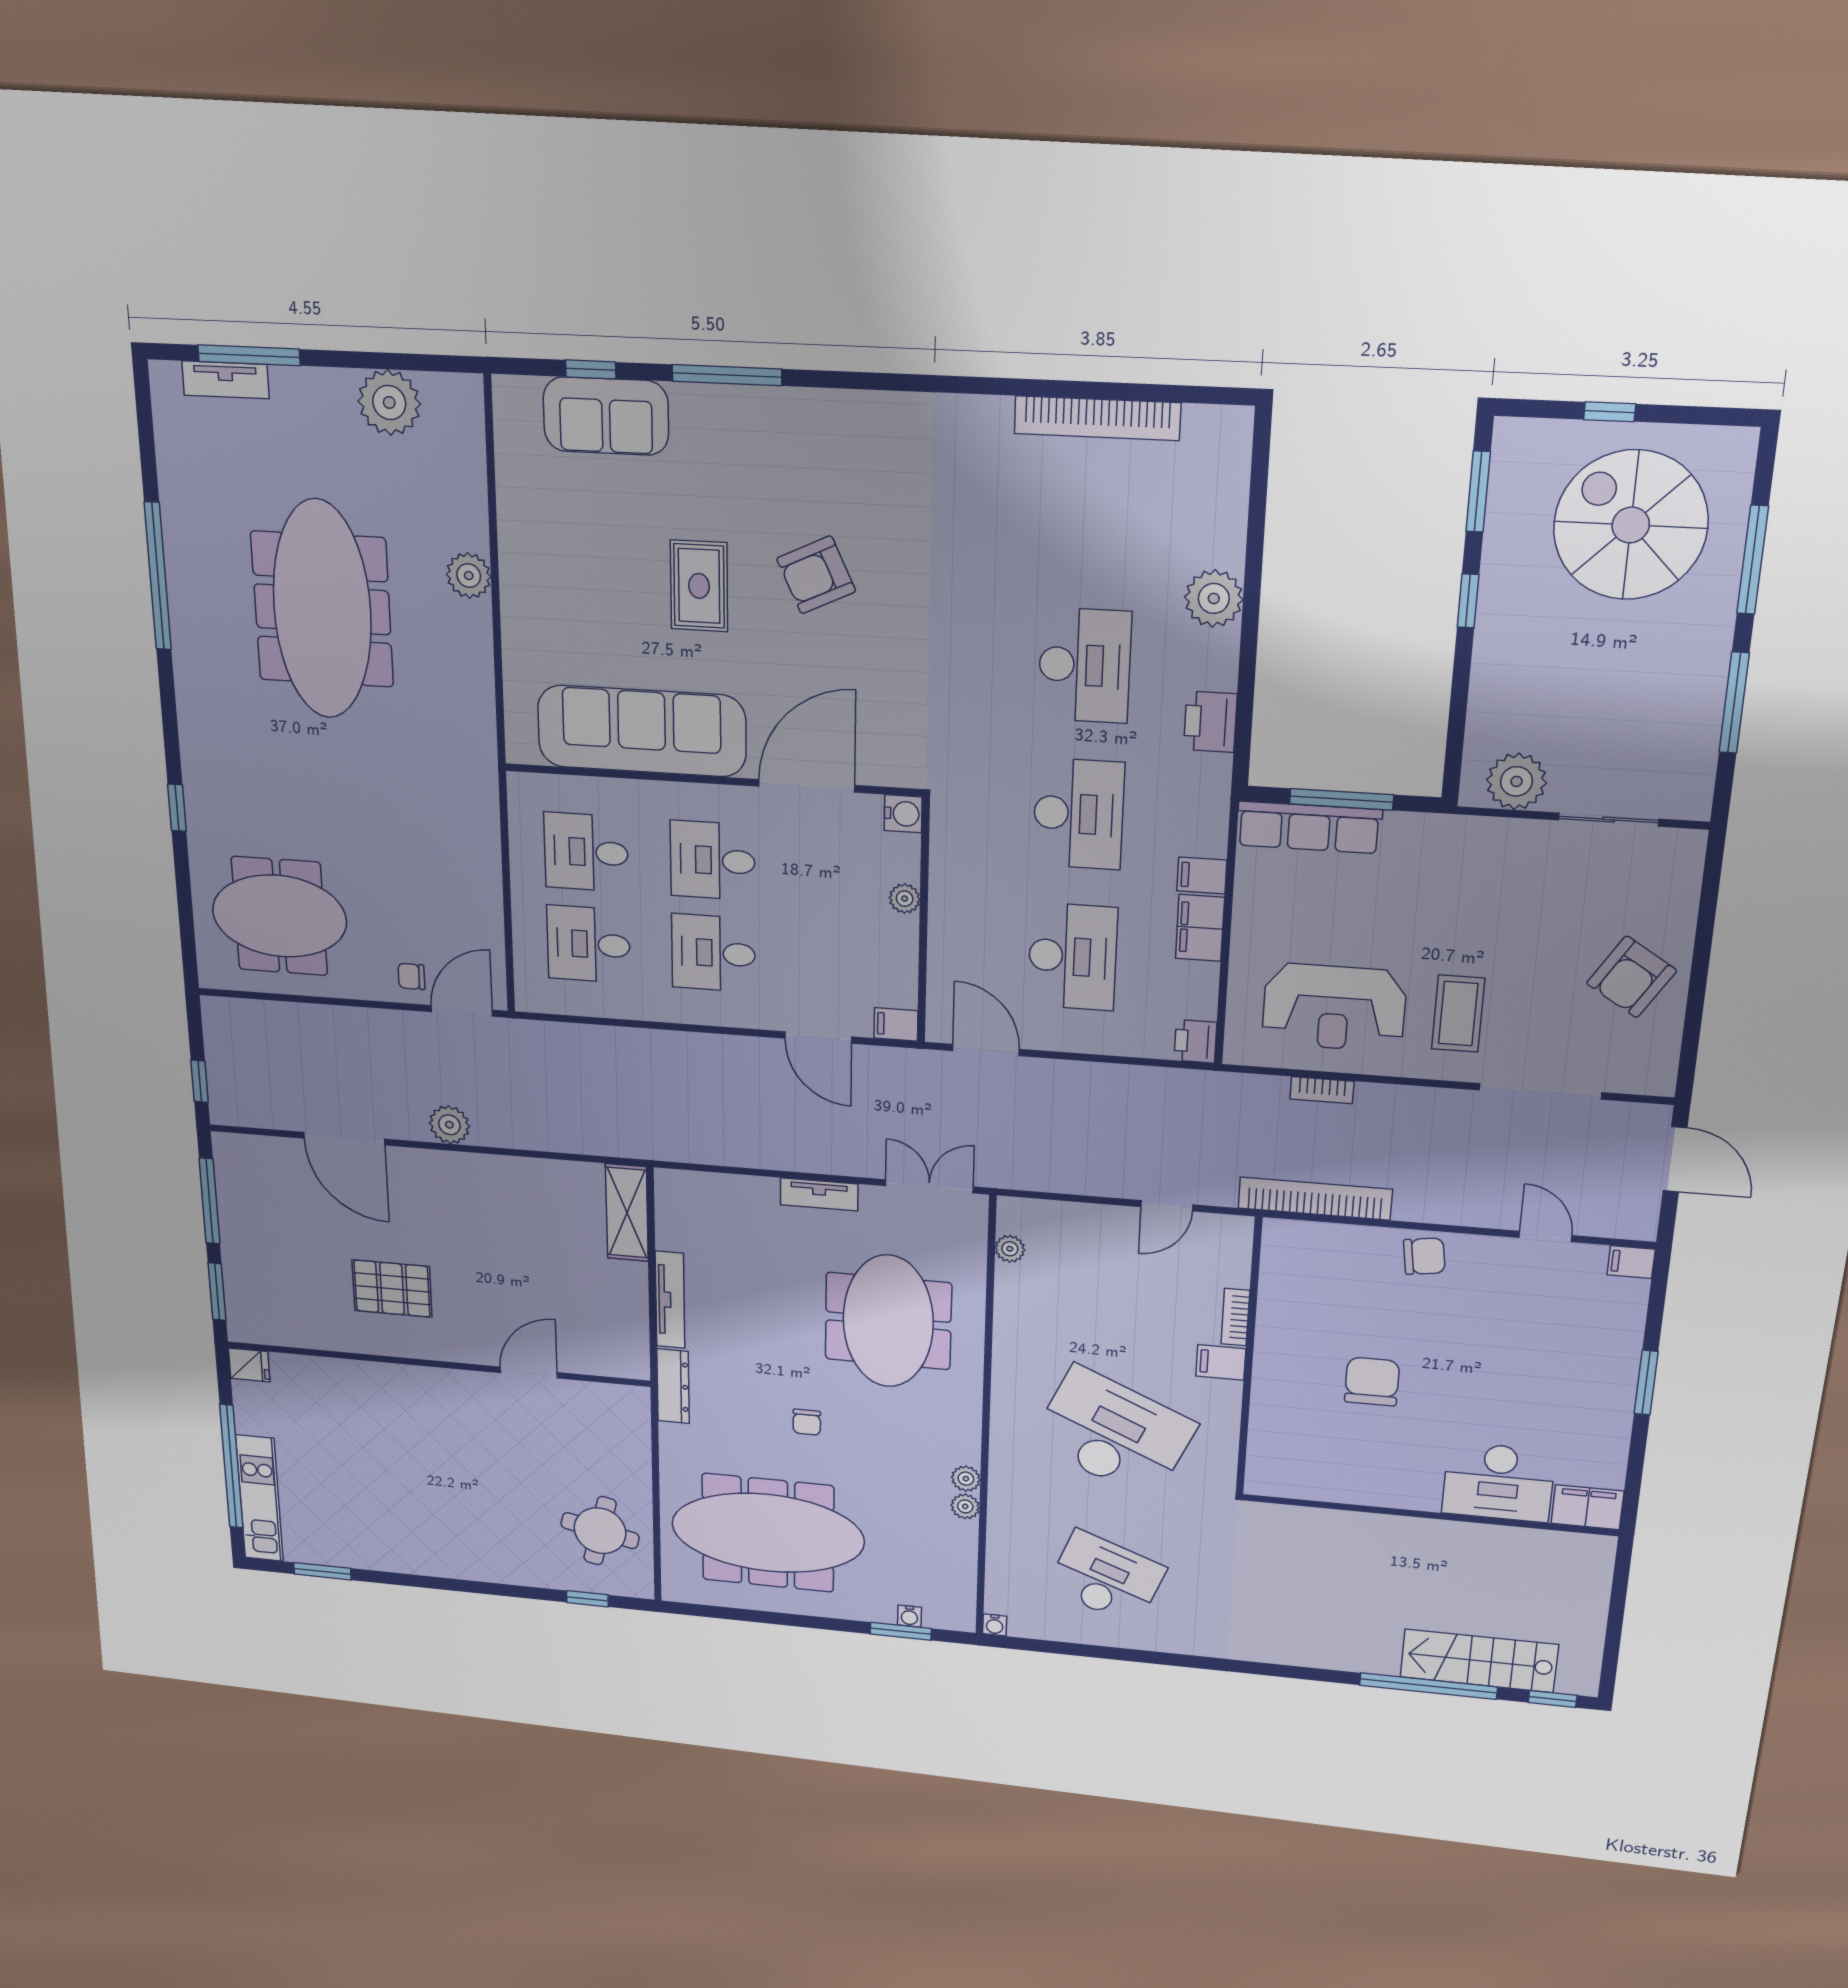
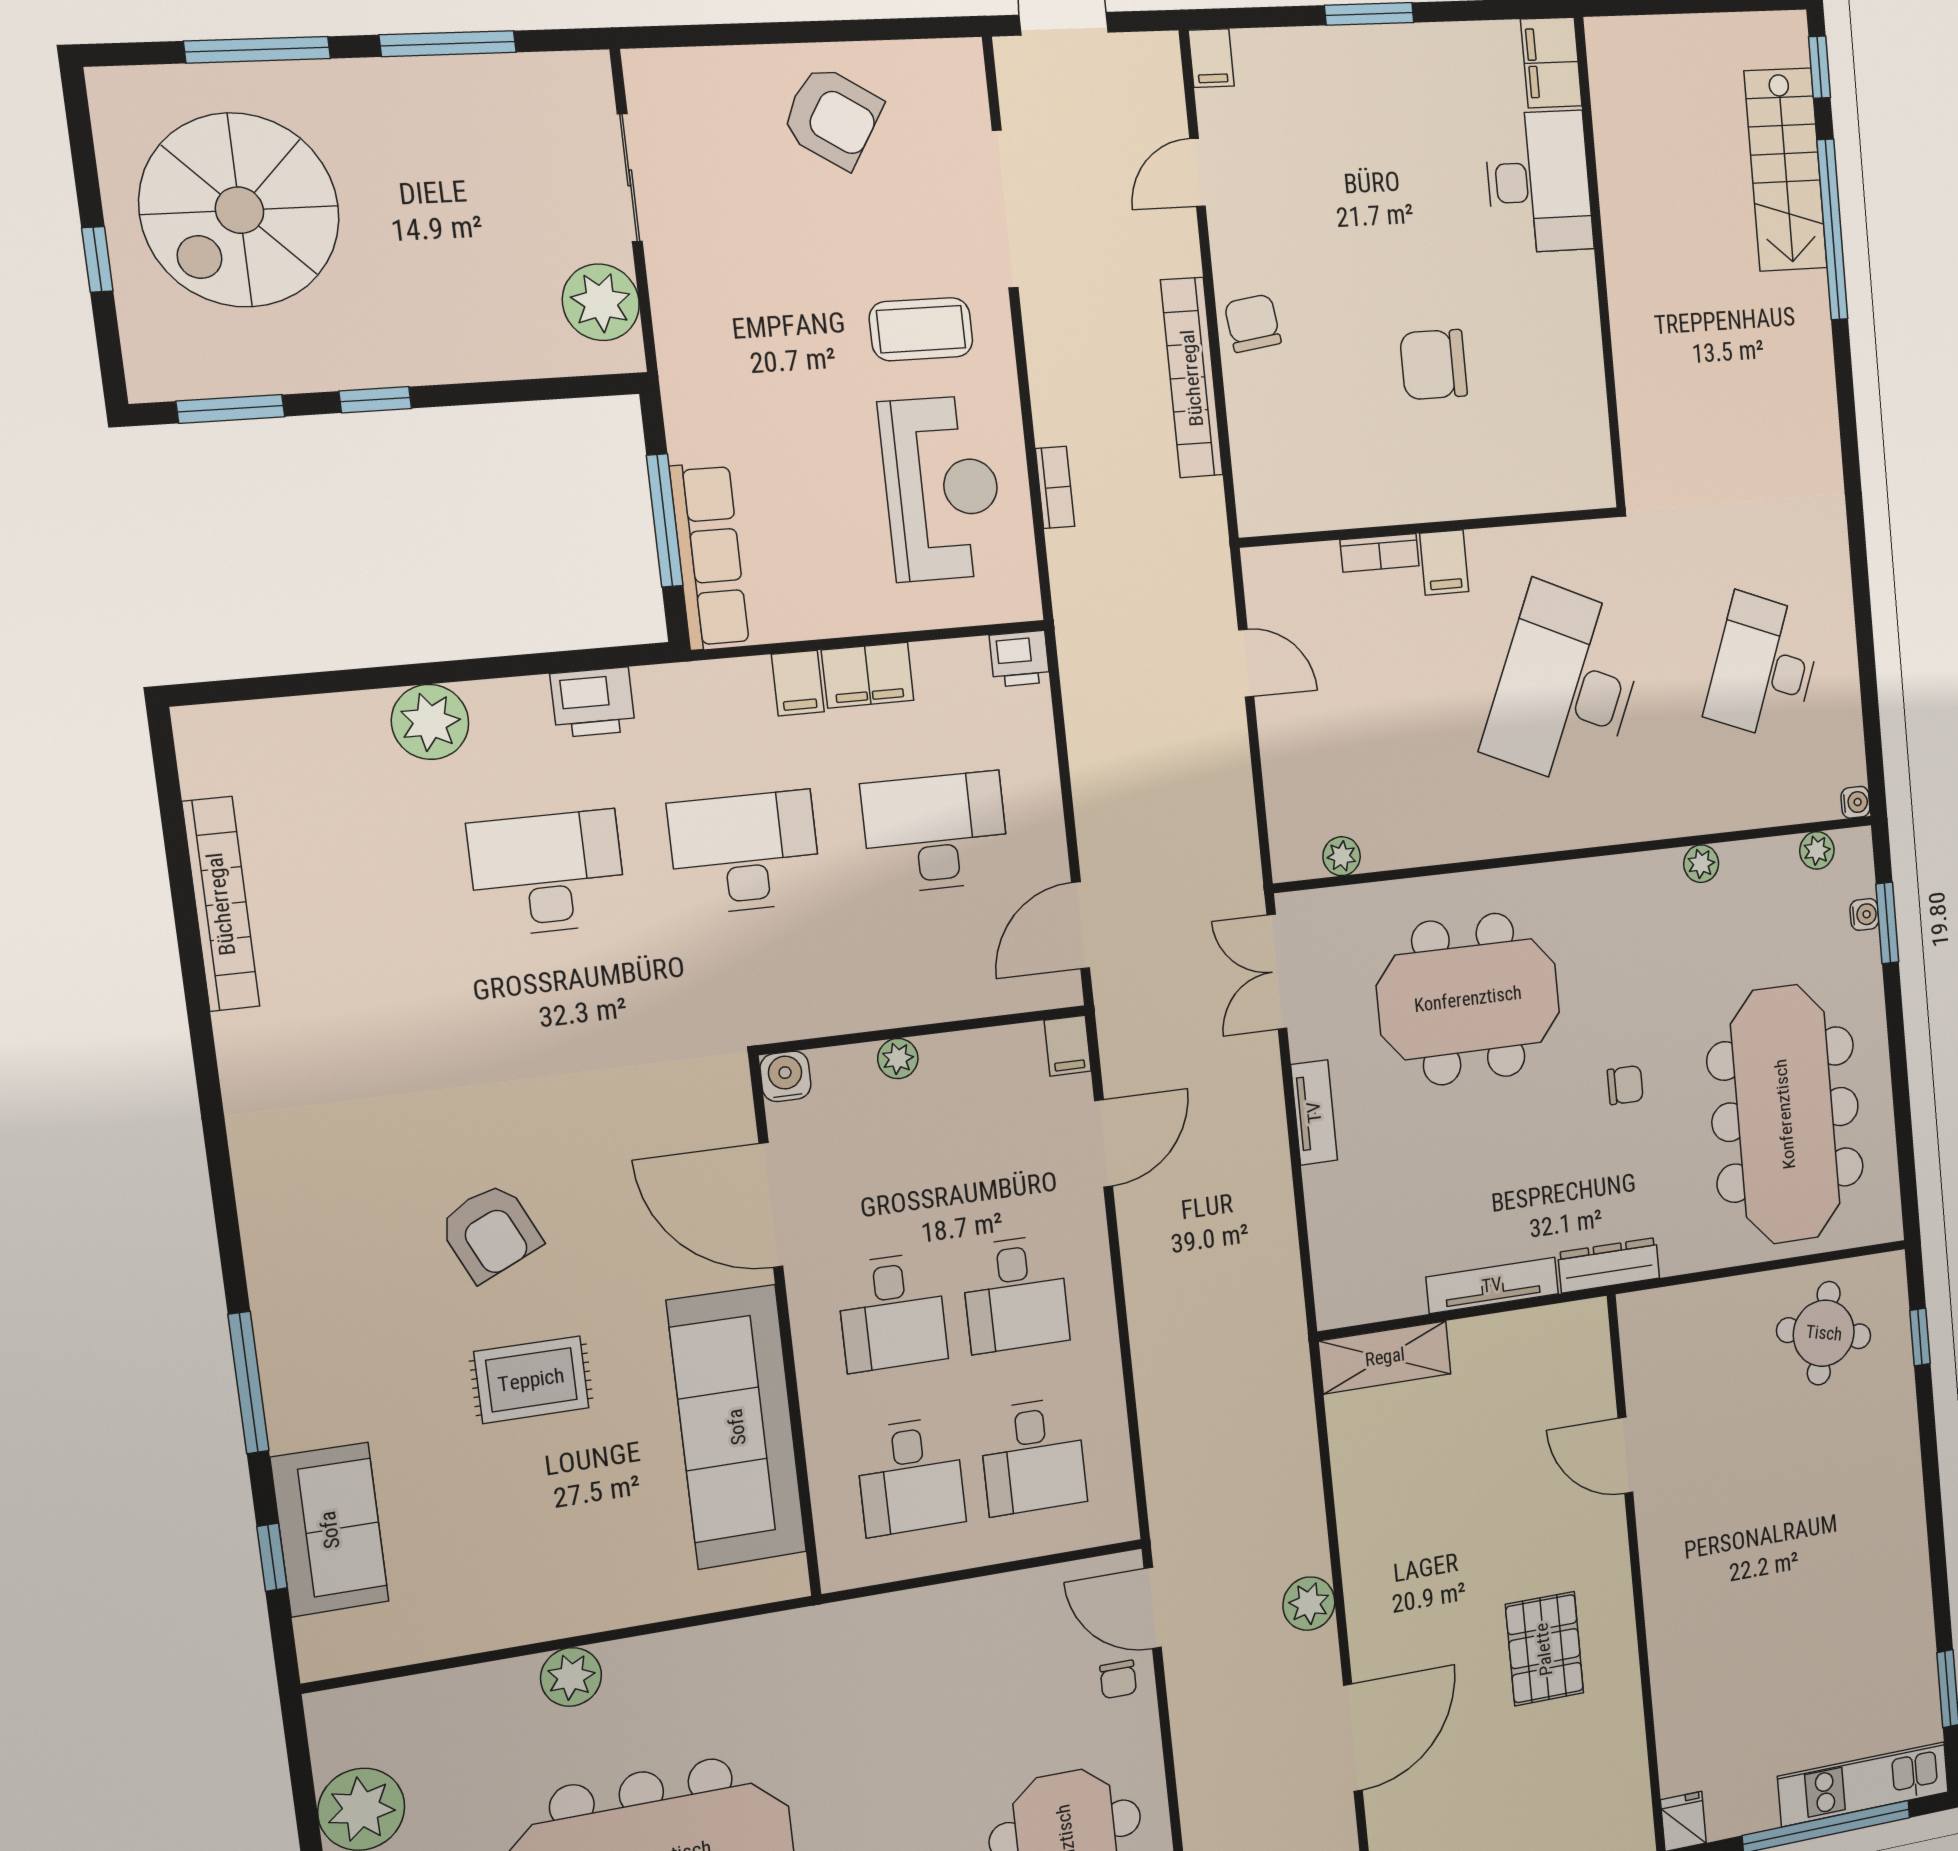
bookcase: (1315, 1199) -> (1192, 378), moved
plant: (966, 1479) -> (1817, 850), moved

